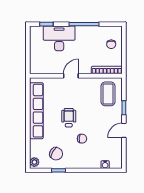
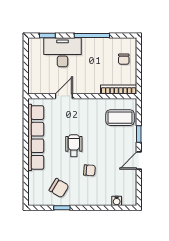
door: (71, 76) -> (64, 96), moved
coffee table: (108, 94) -> (120, 118), turned 90
plant: (34, 162) -> (33, 198), removed

